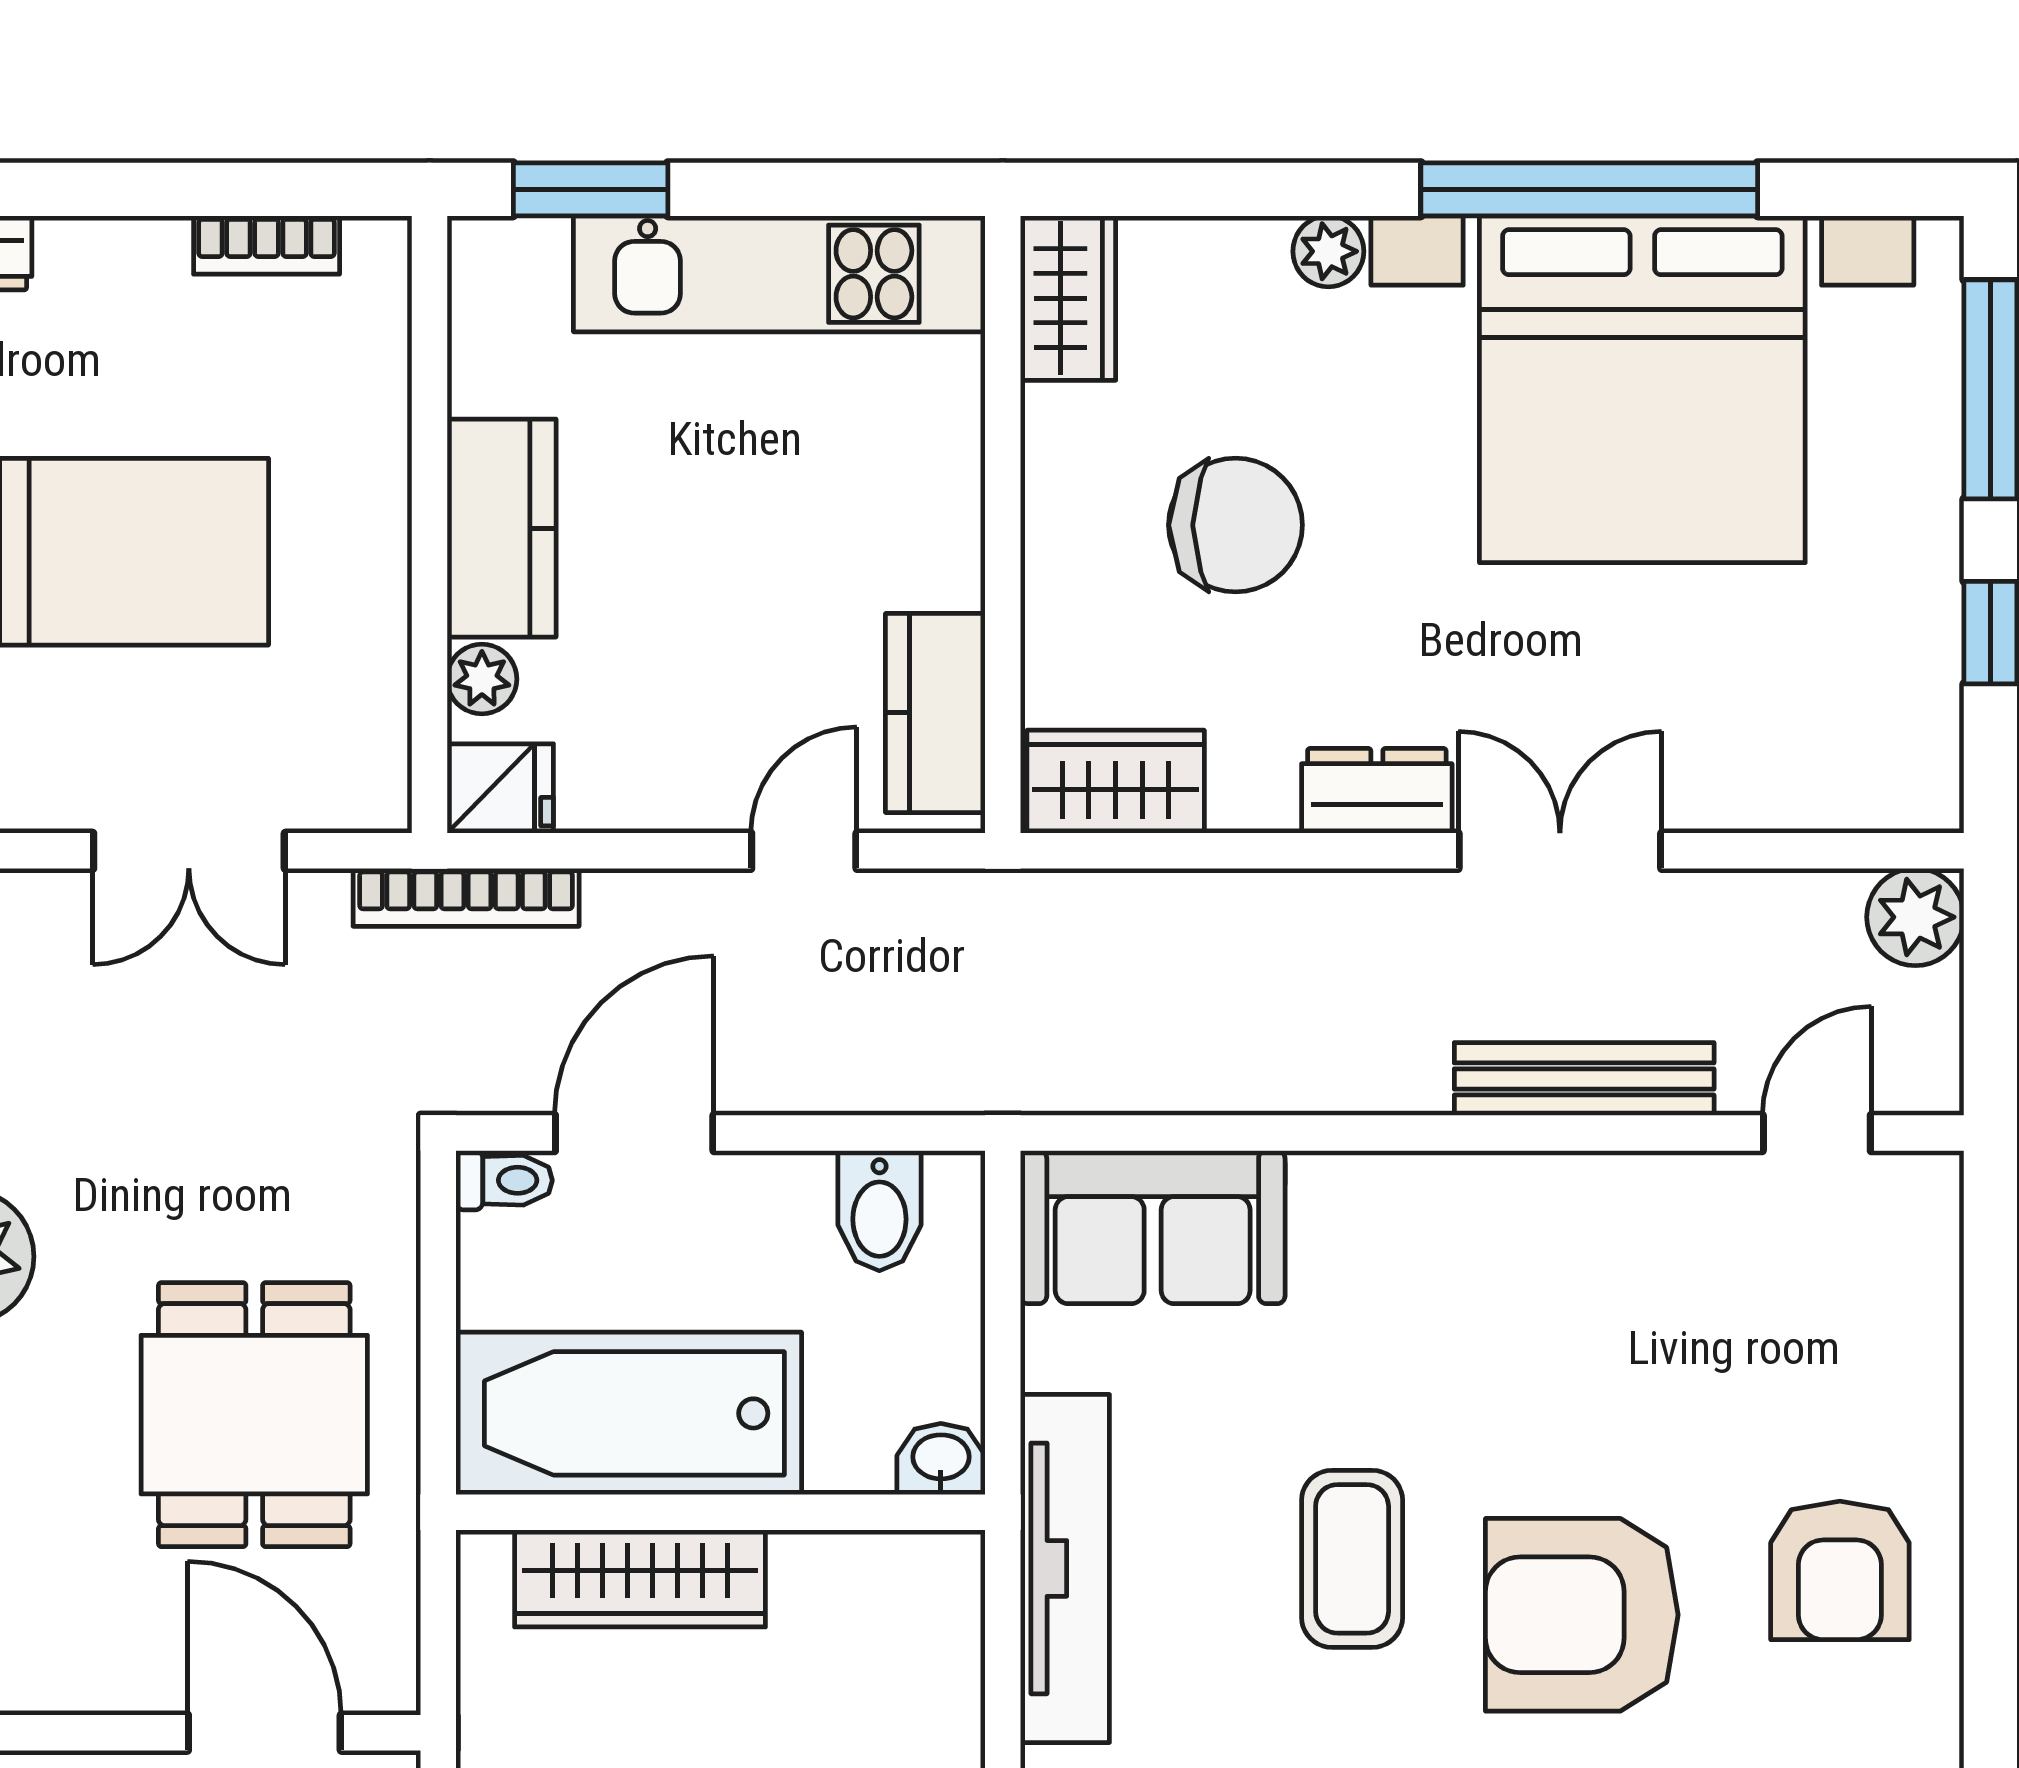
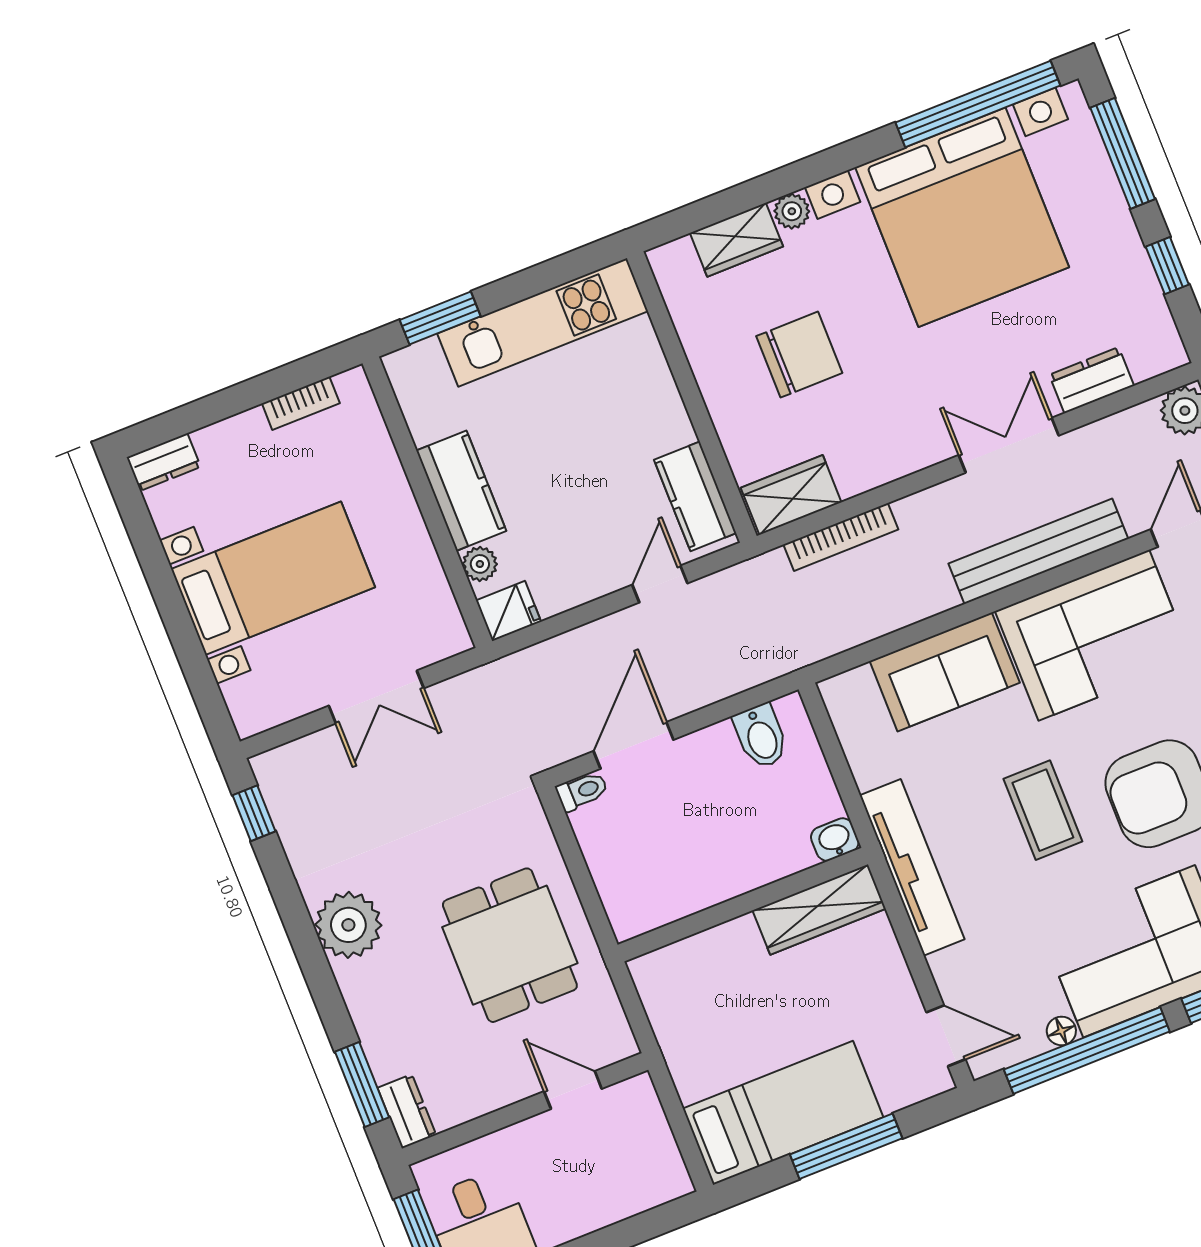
window: (1589, 189) -> (978, 104), moved
wardrobe: (1068, 298) -> (736, 240), moved, turned 90
dresser: (1377, 791) -> (1092, 380), moved
bookcase: (466, 897) -> (841, 537), moved
bench: (1584, 1079) -> (1038, 551), width x1.37, depth x1.21
sofa: (1153, 1227) -> (945, 672), moved
corner sofa: (1578, 1270) -> (1094, 635), added
bathtub: (629, 1413) -> (683, 876), removed
wardrobe: (640, 1578) -> (819, 910), moved
door: (264, 1733) -> (573, 1090), width x0.73

